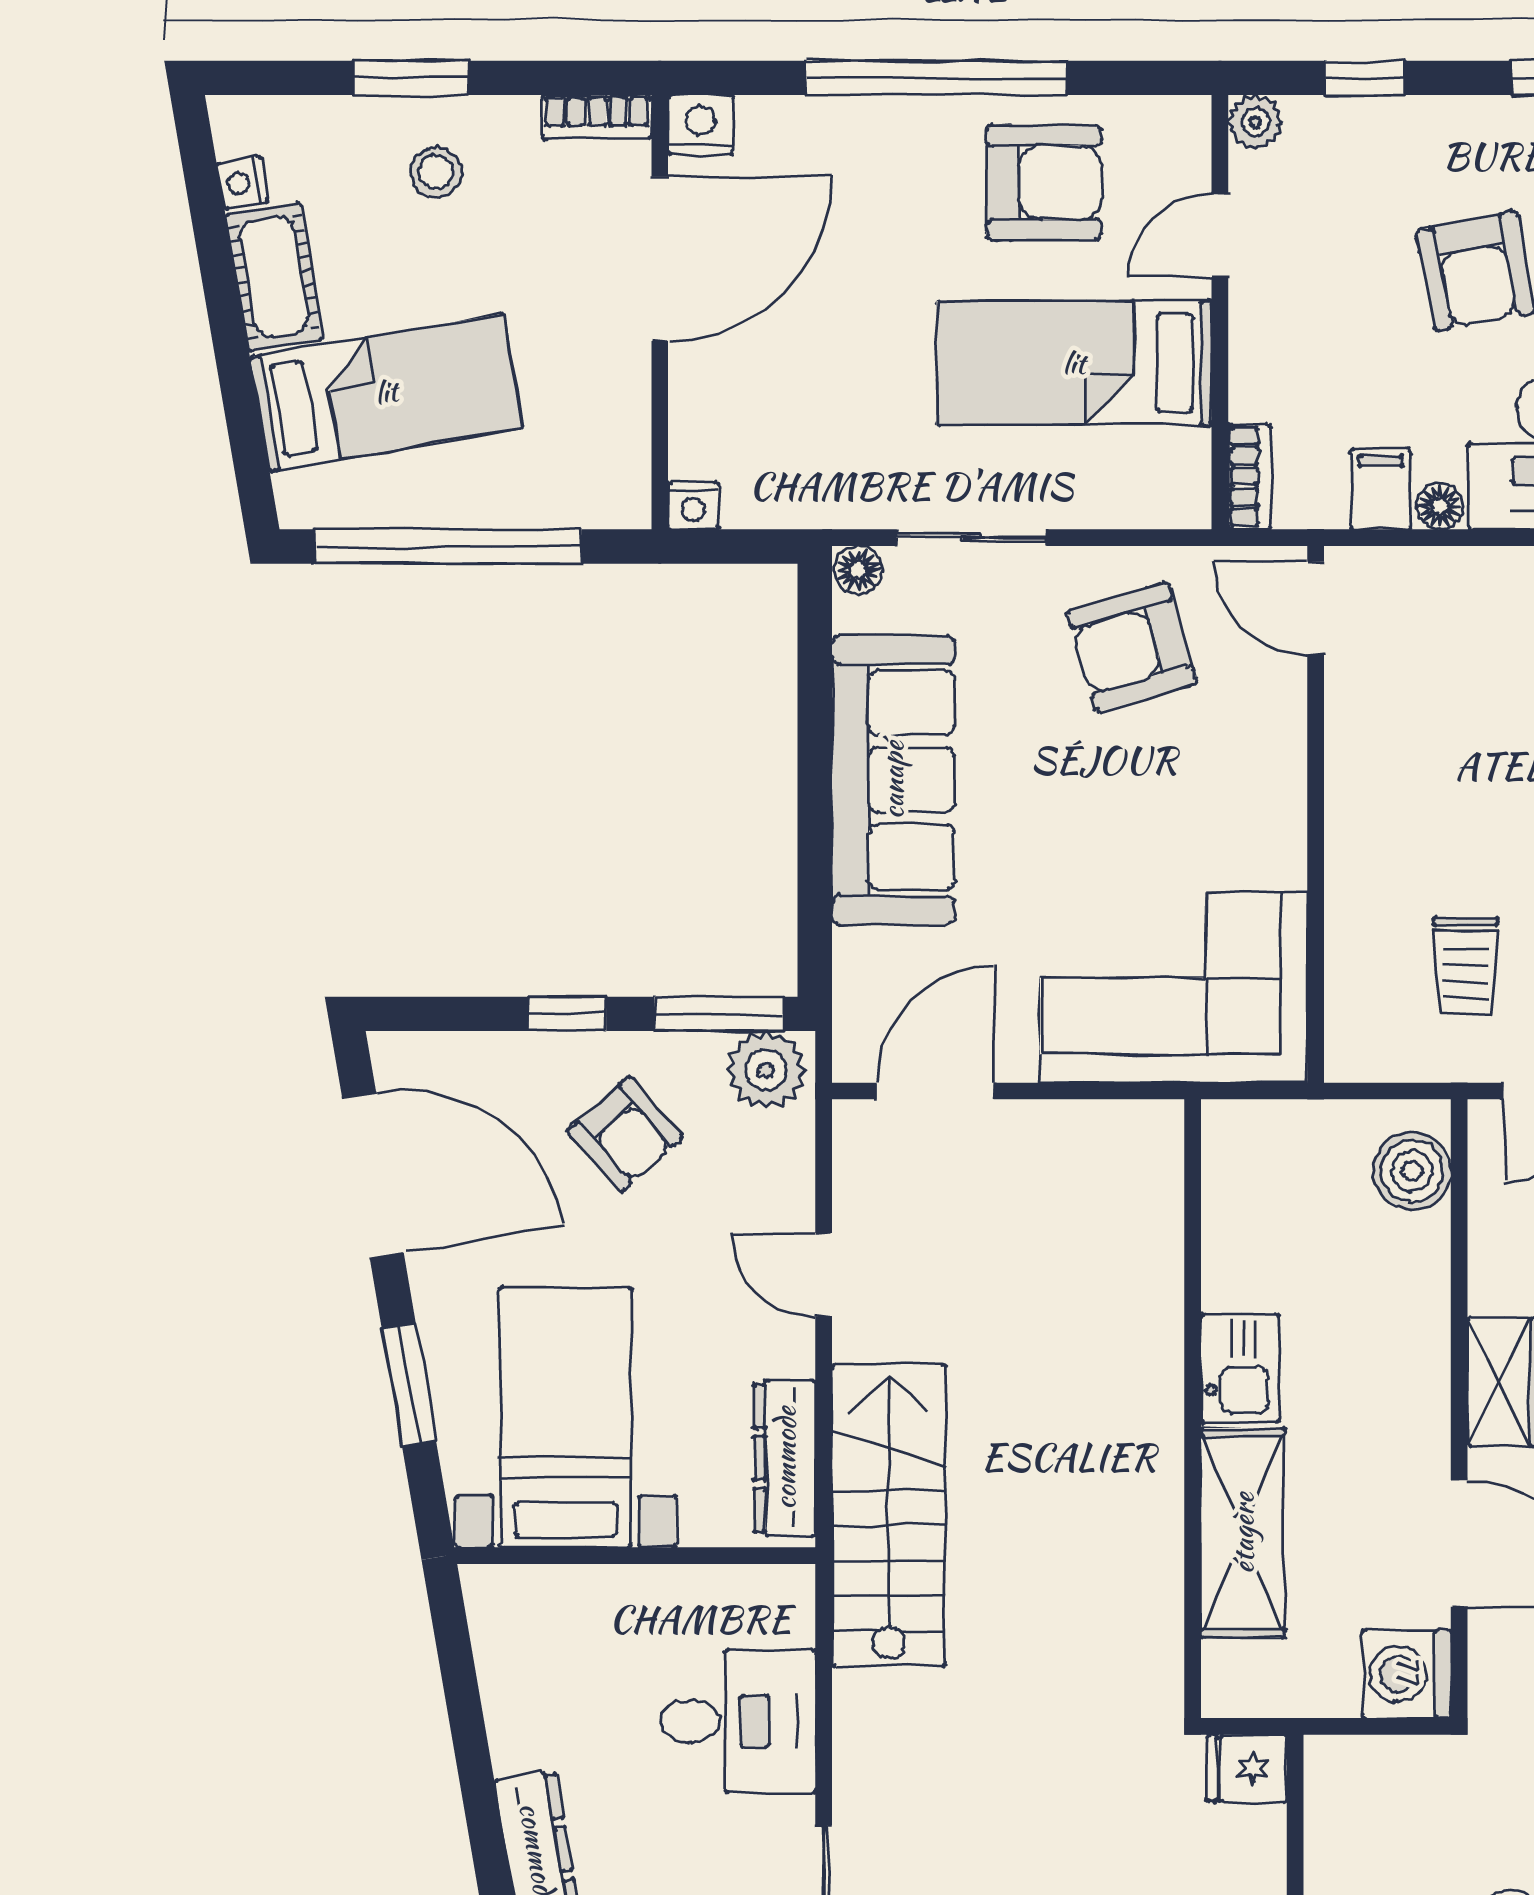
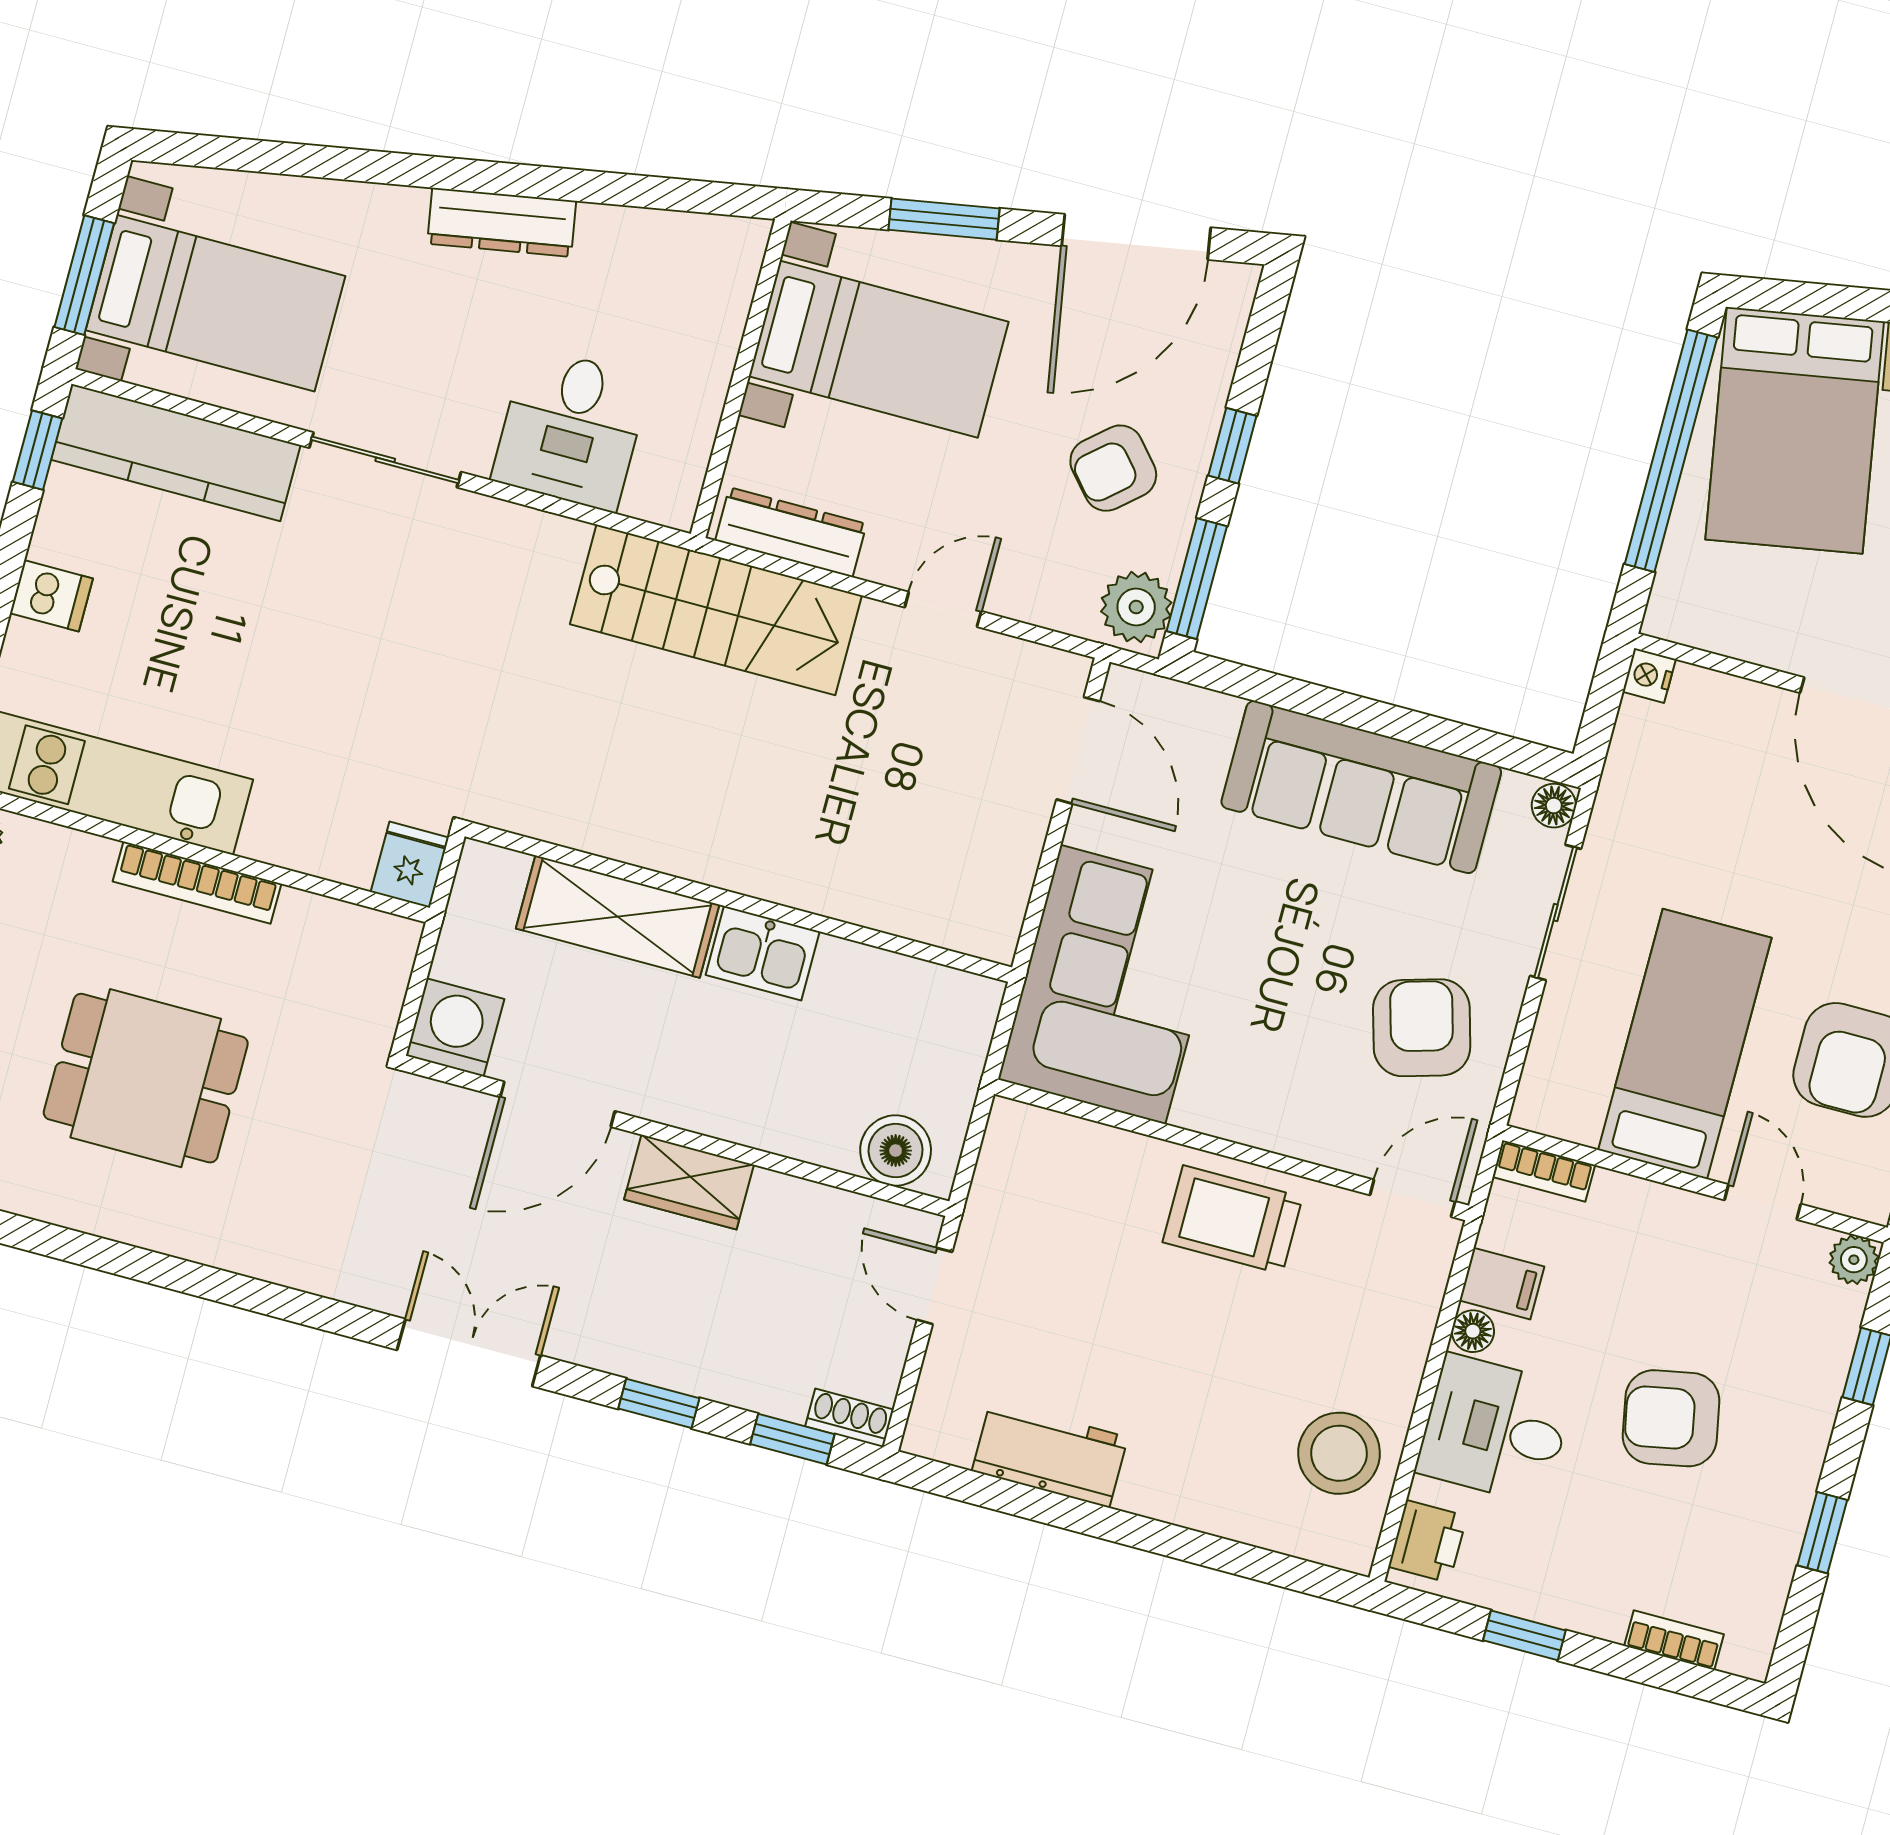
bed: (386, 392) -> (1795, 430), width x1.50
trolley: (1466, 966) -> (1233, 1220), moved, width x1.36, depth x1.39

